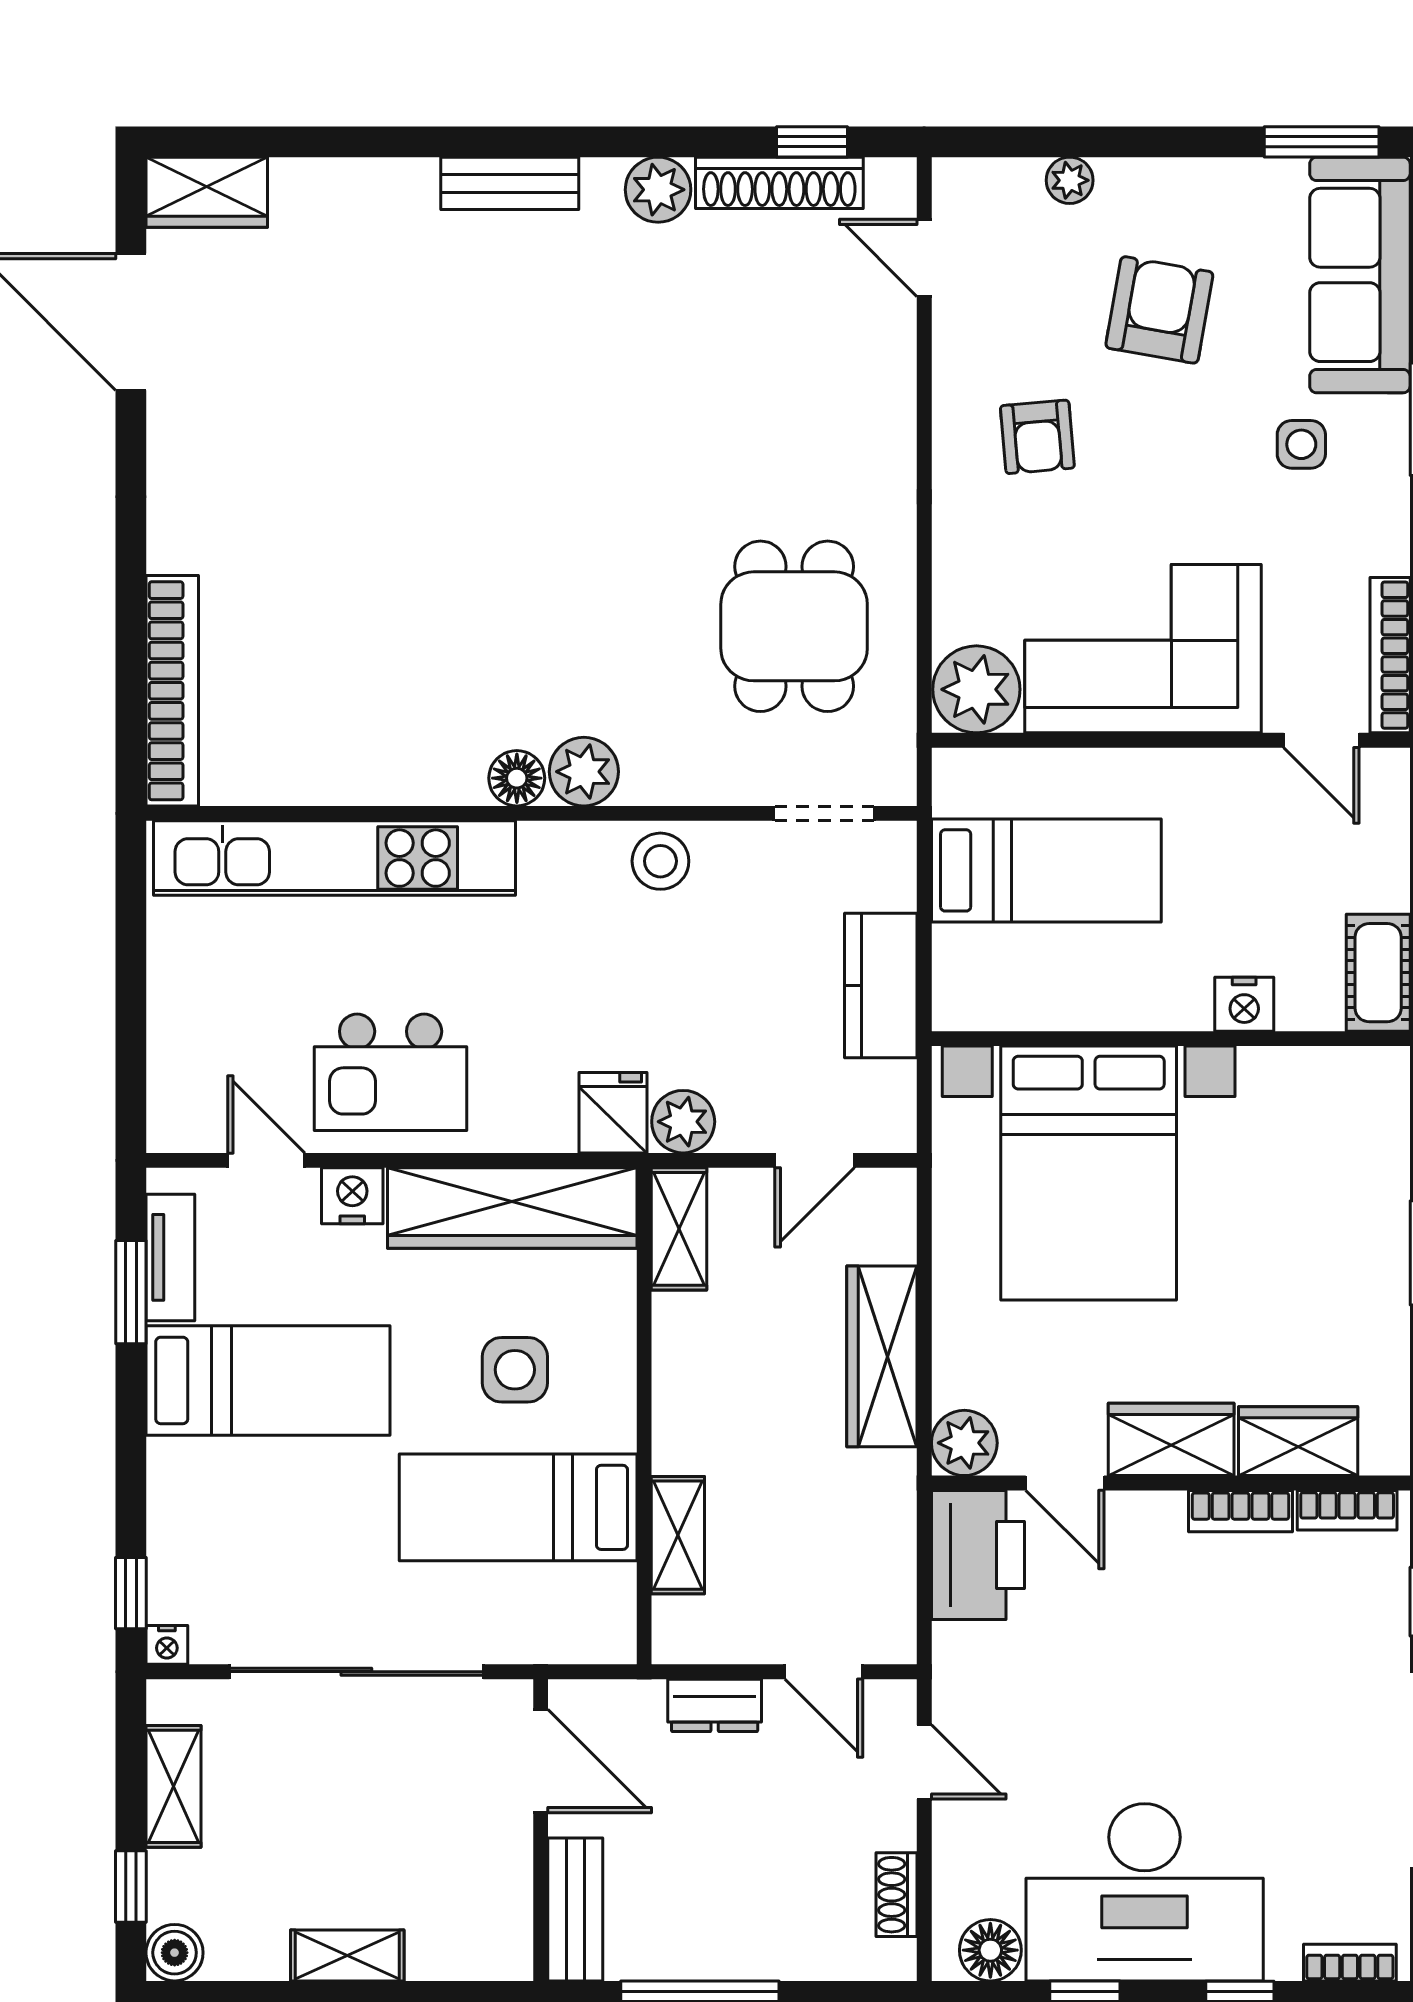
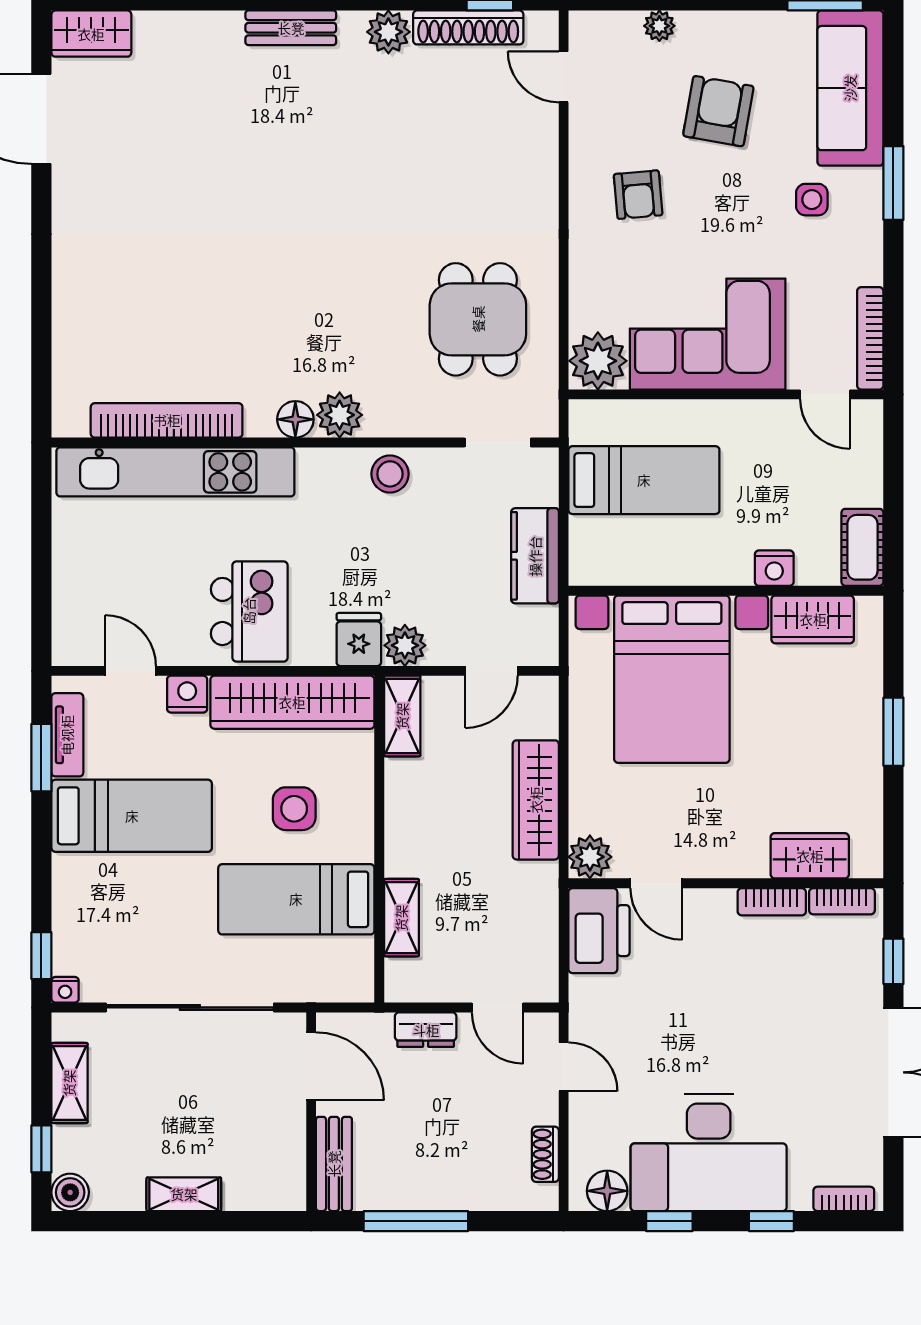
bookcase: (172, 691) -> (167, 420), moved, turned -90
kitchen island: (391, 1072) -> (249, 611), moved, turned -90
wardrobe: (1171, 1439) -> (813, 619), moved, turned 180

